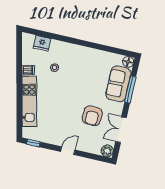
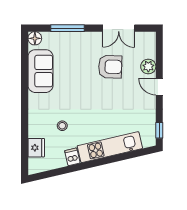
sofa: (118, 84) -> (40, 71), moved, turned -90
plant: (107, 151) -> (148, 66), moved

